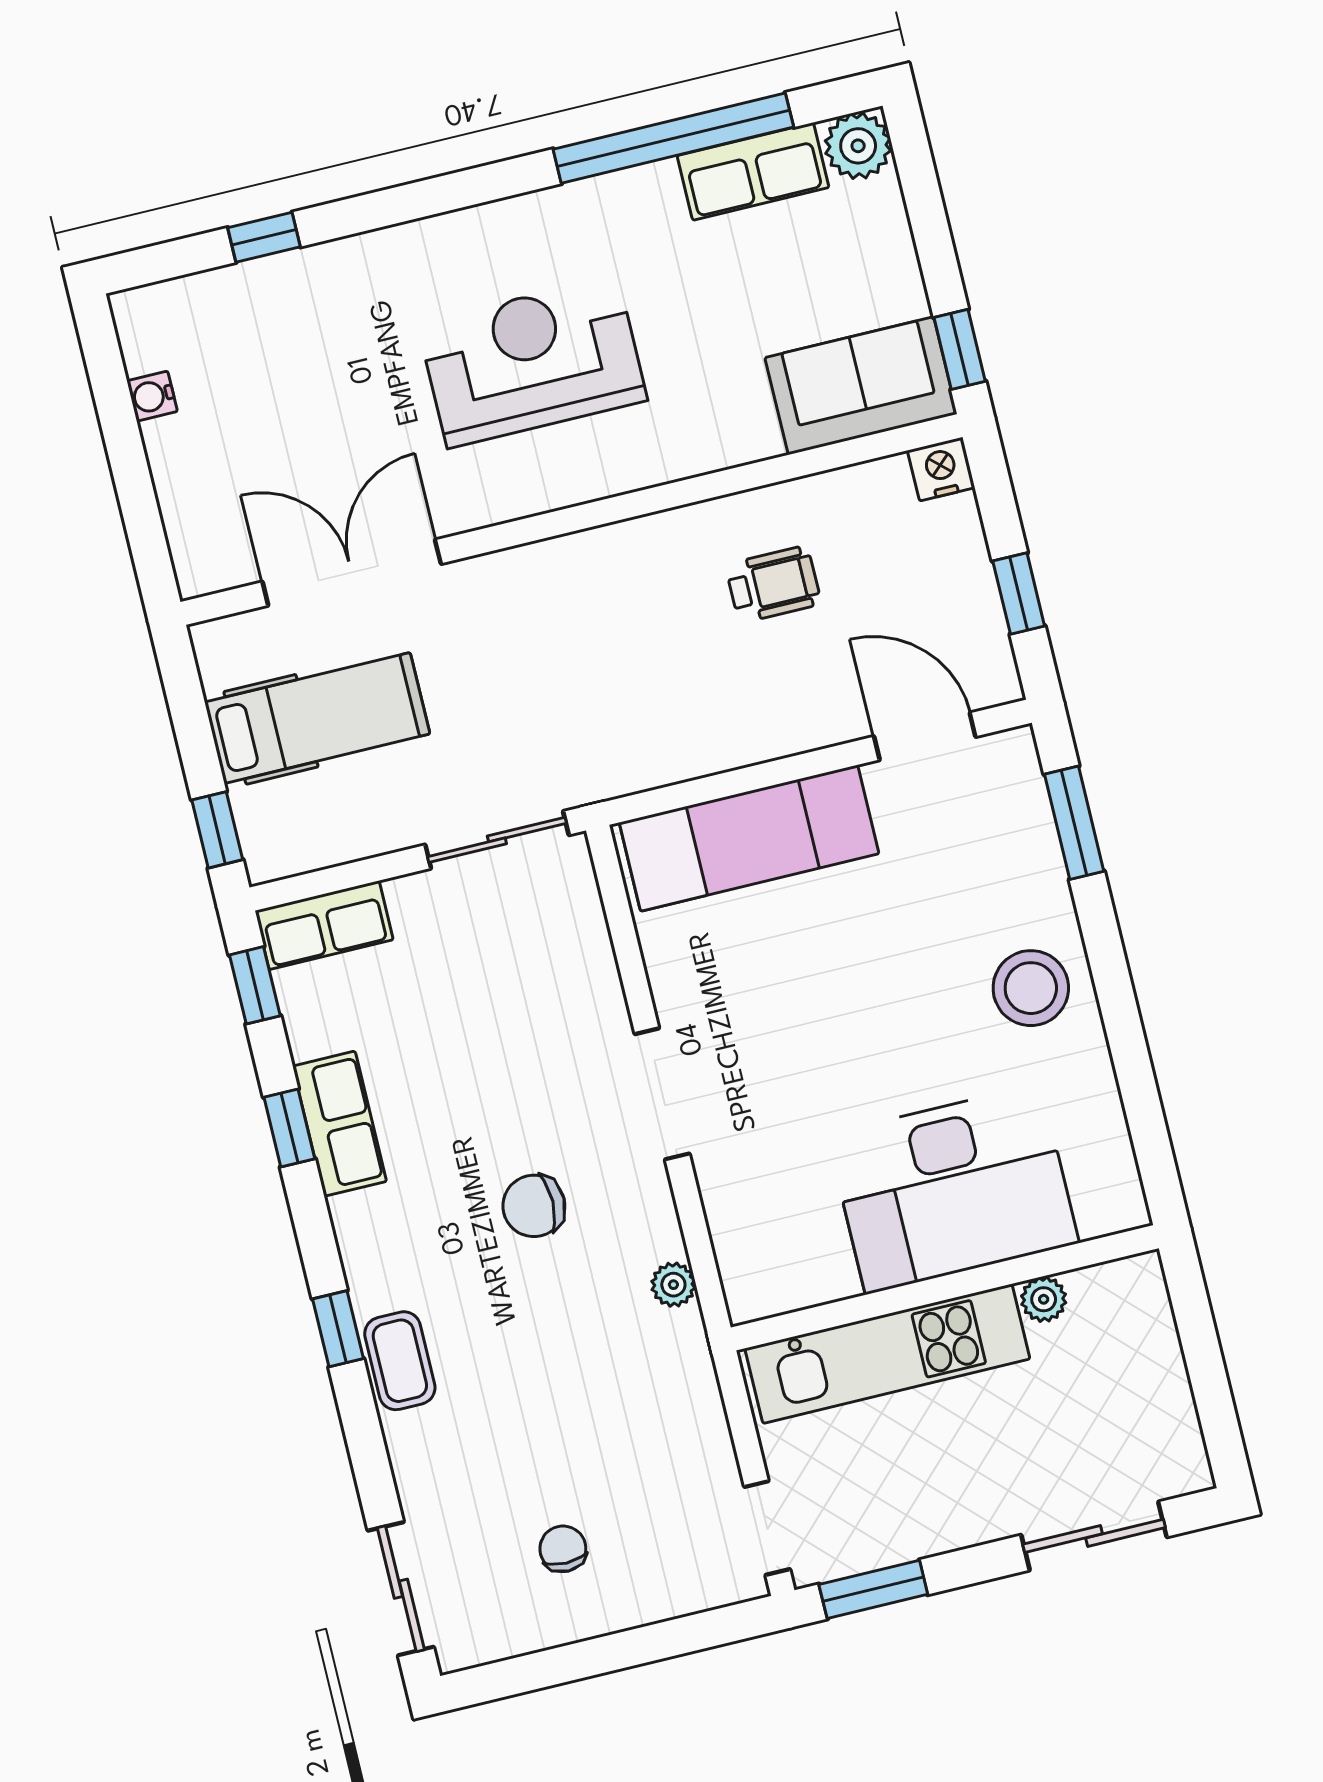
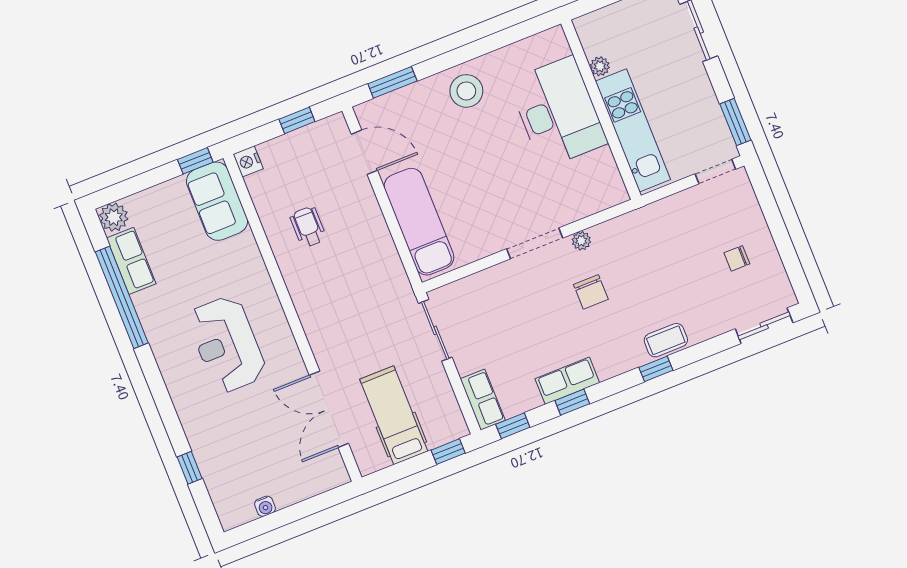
door: (925, 736) -> (364, 152), swing flipped
plant: (673, 1285) -> (581, 241), moved

